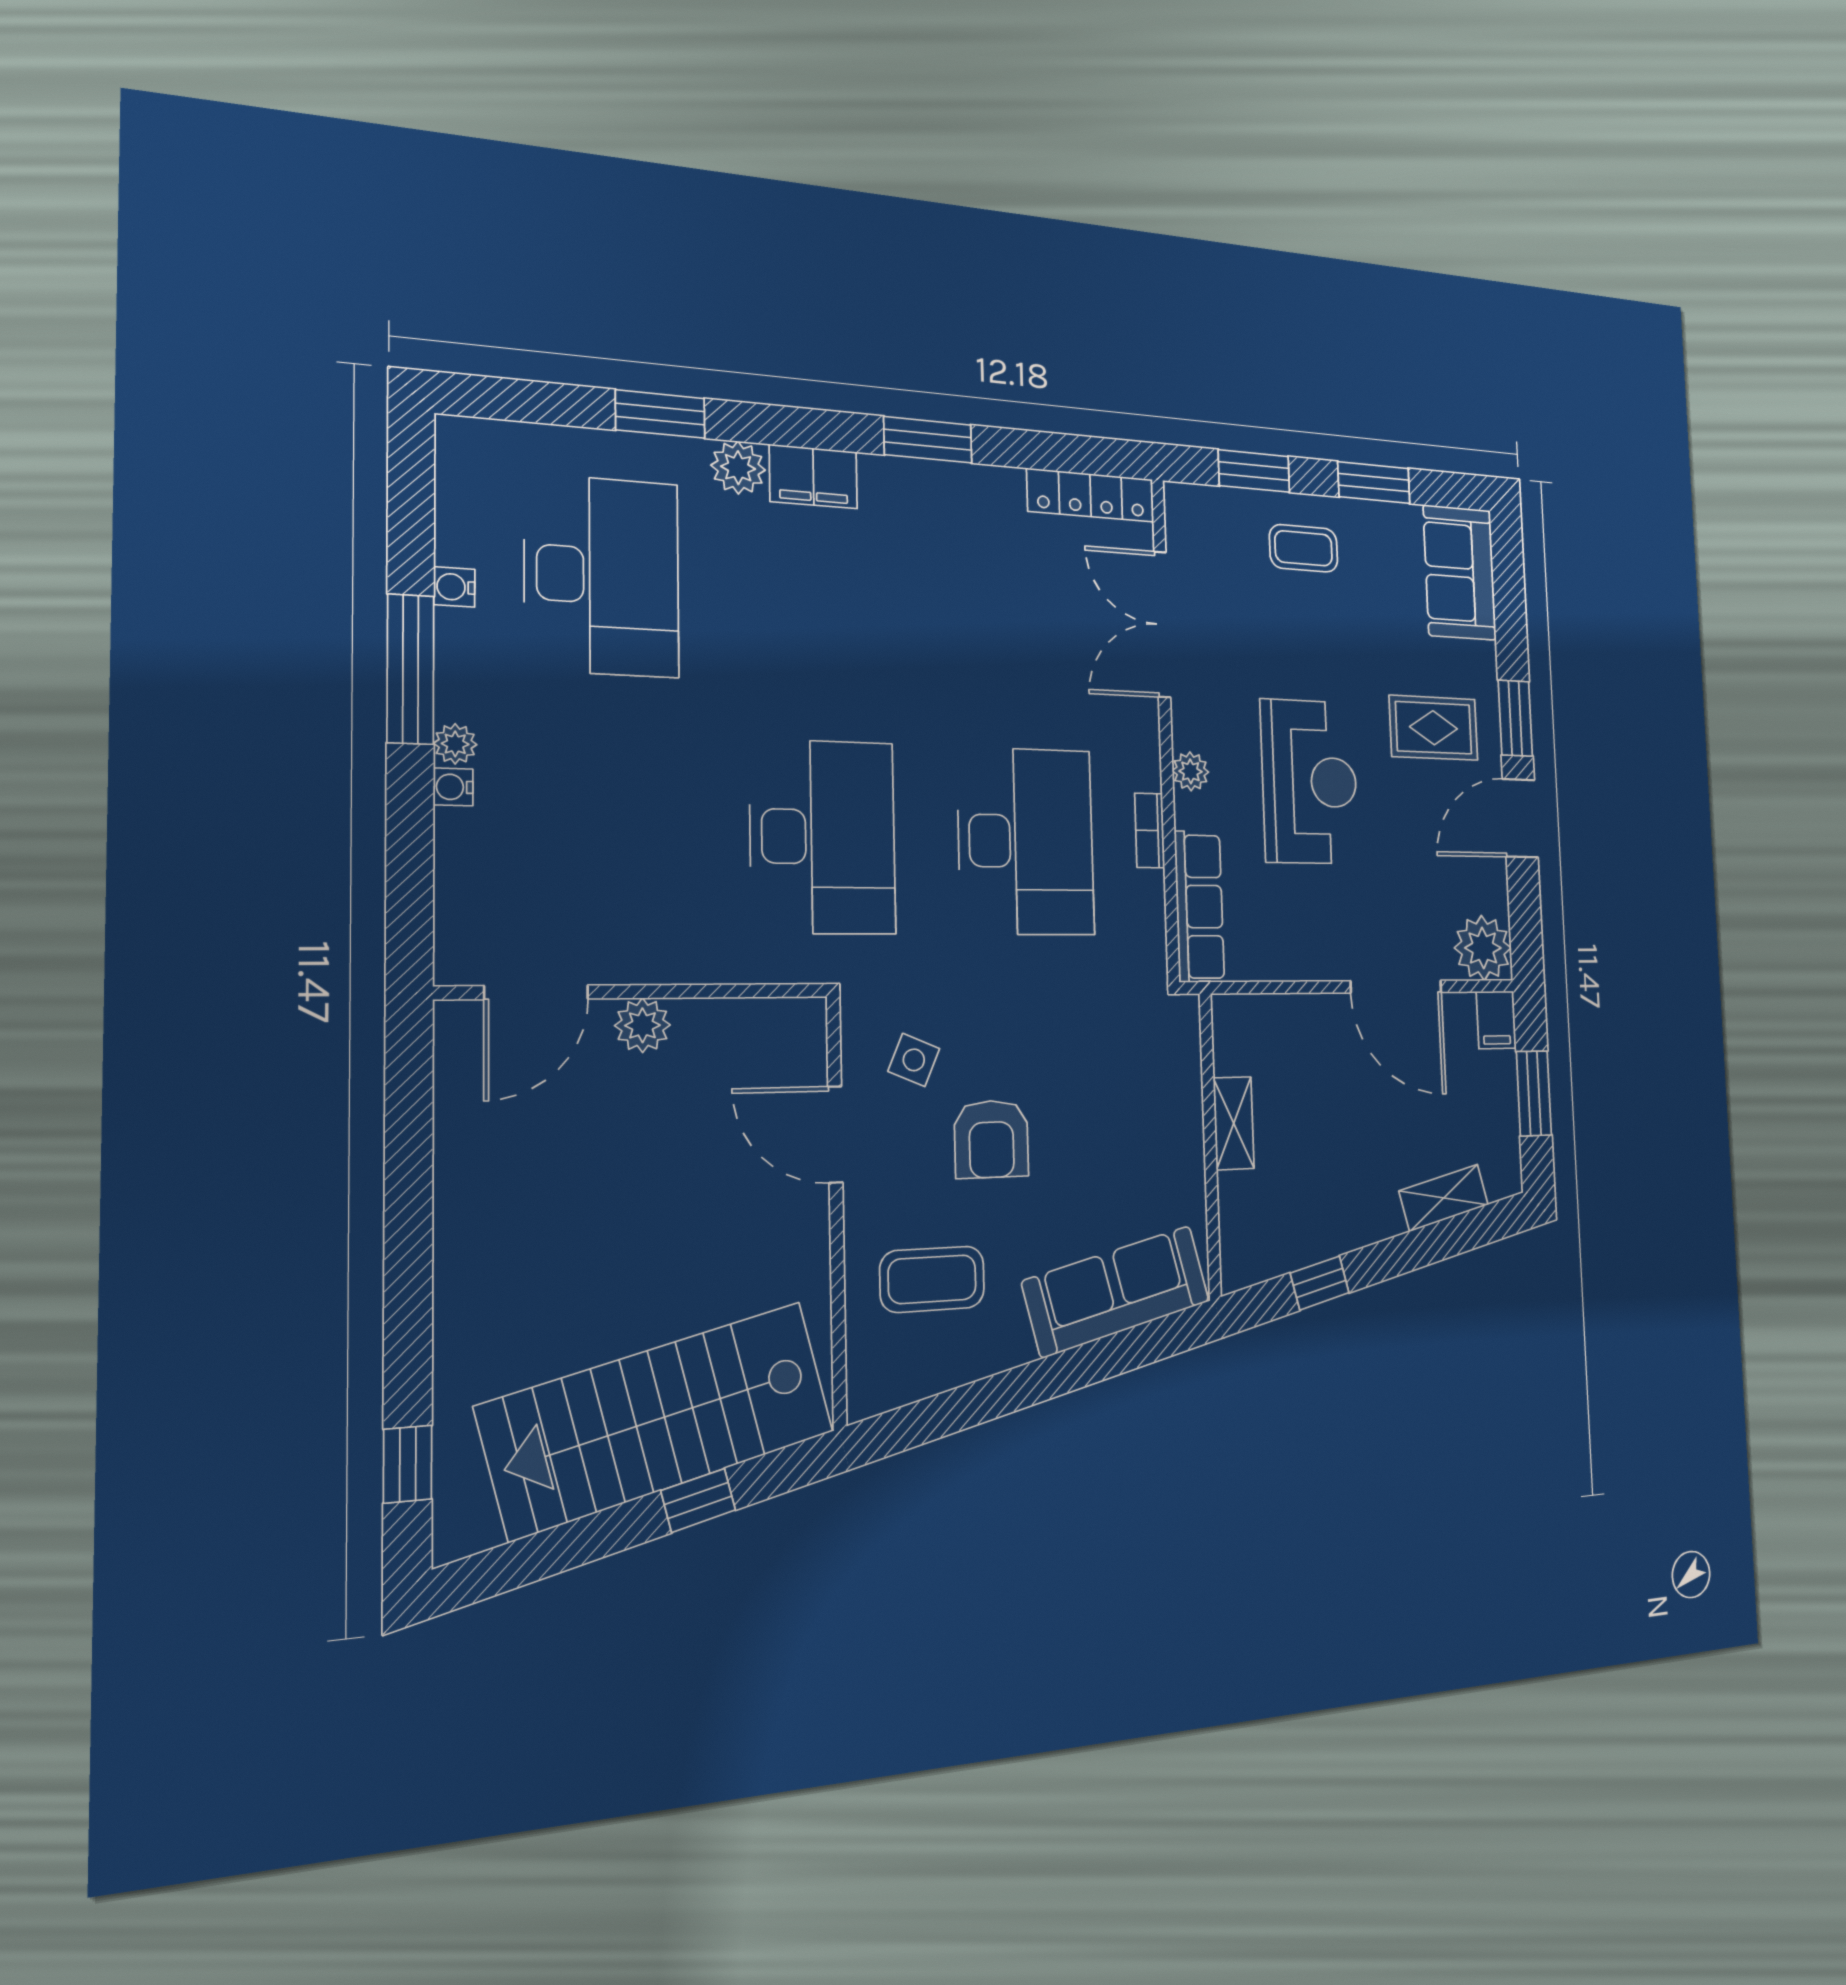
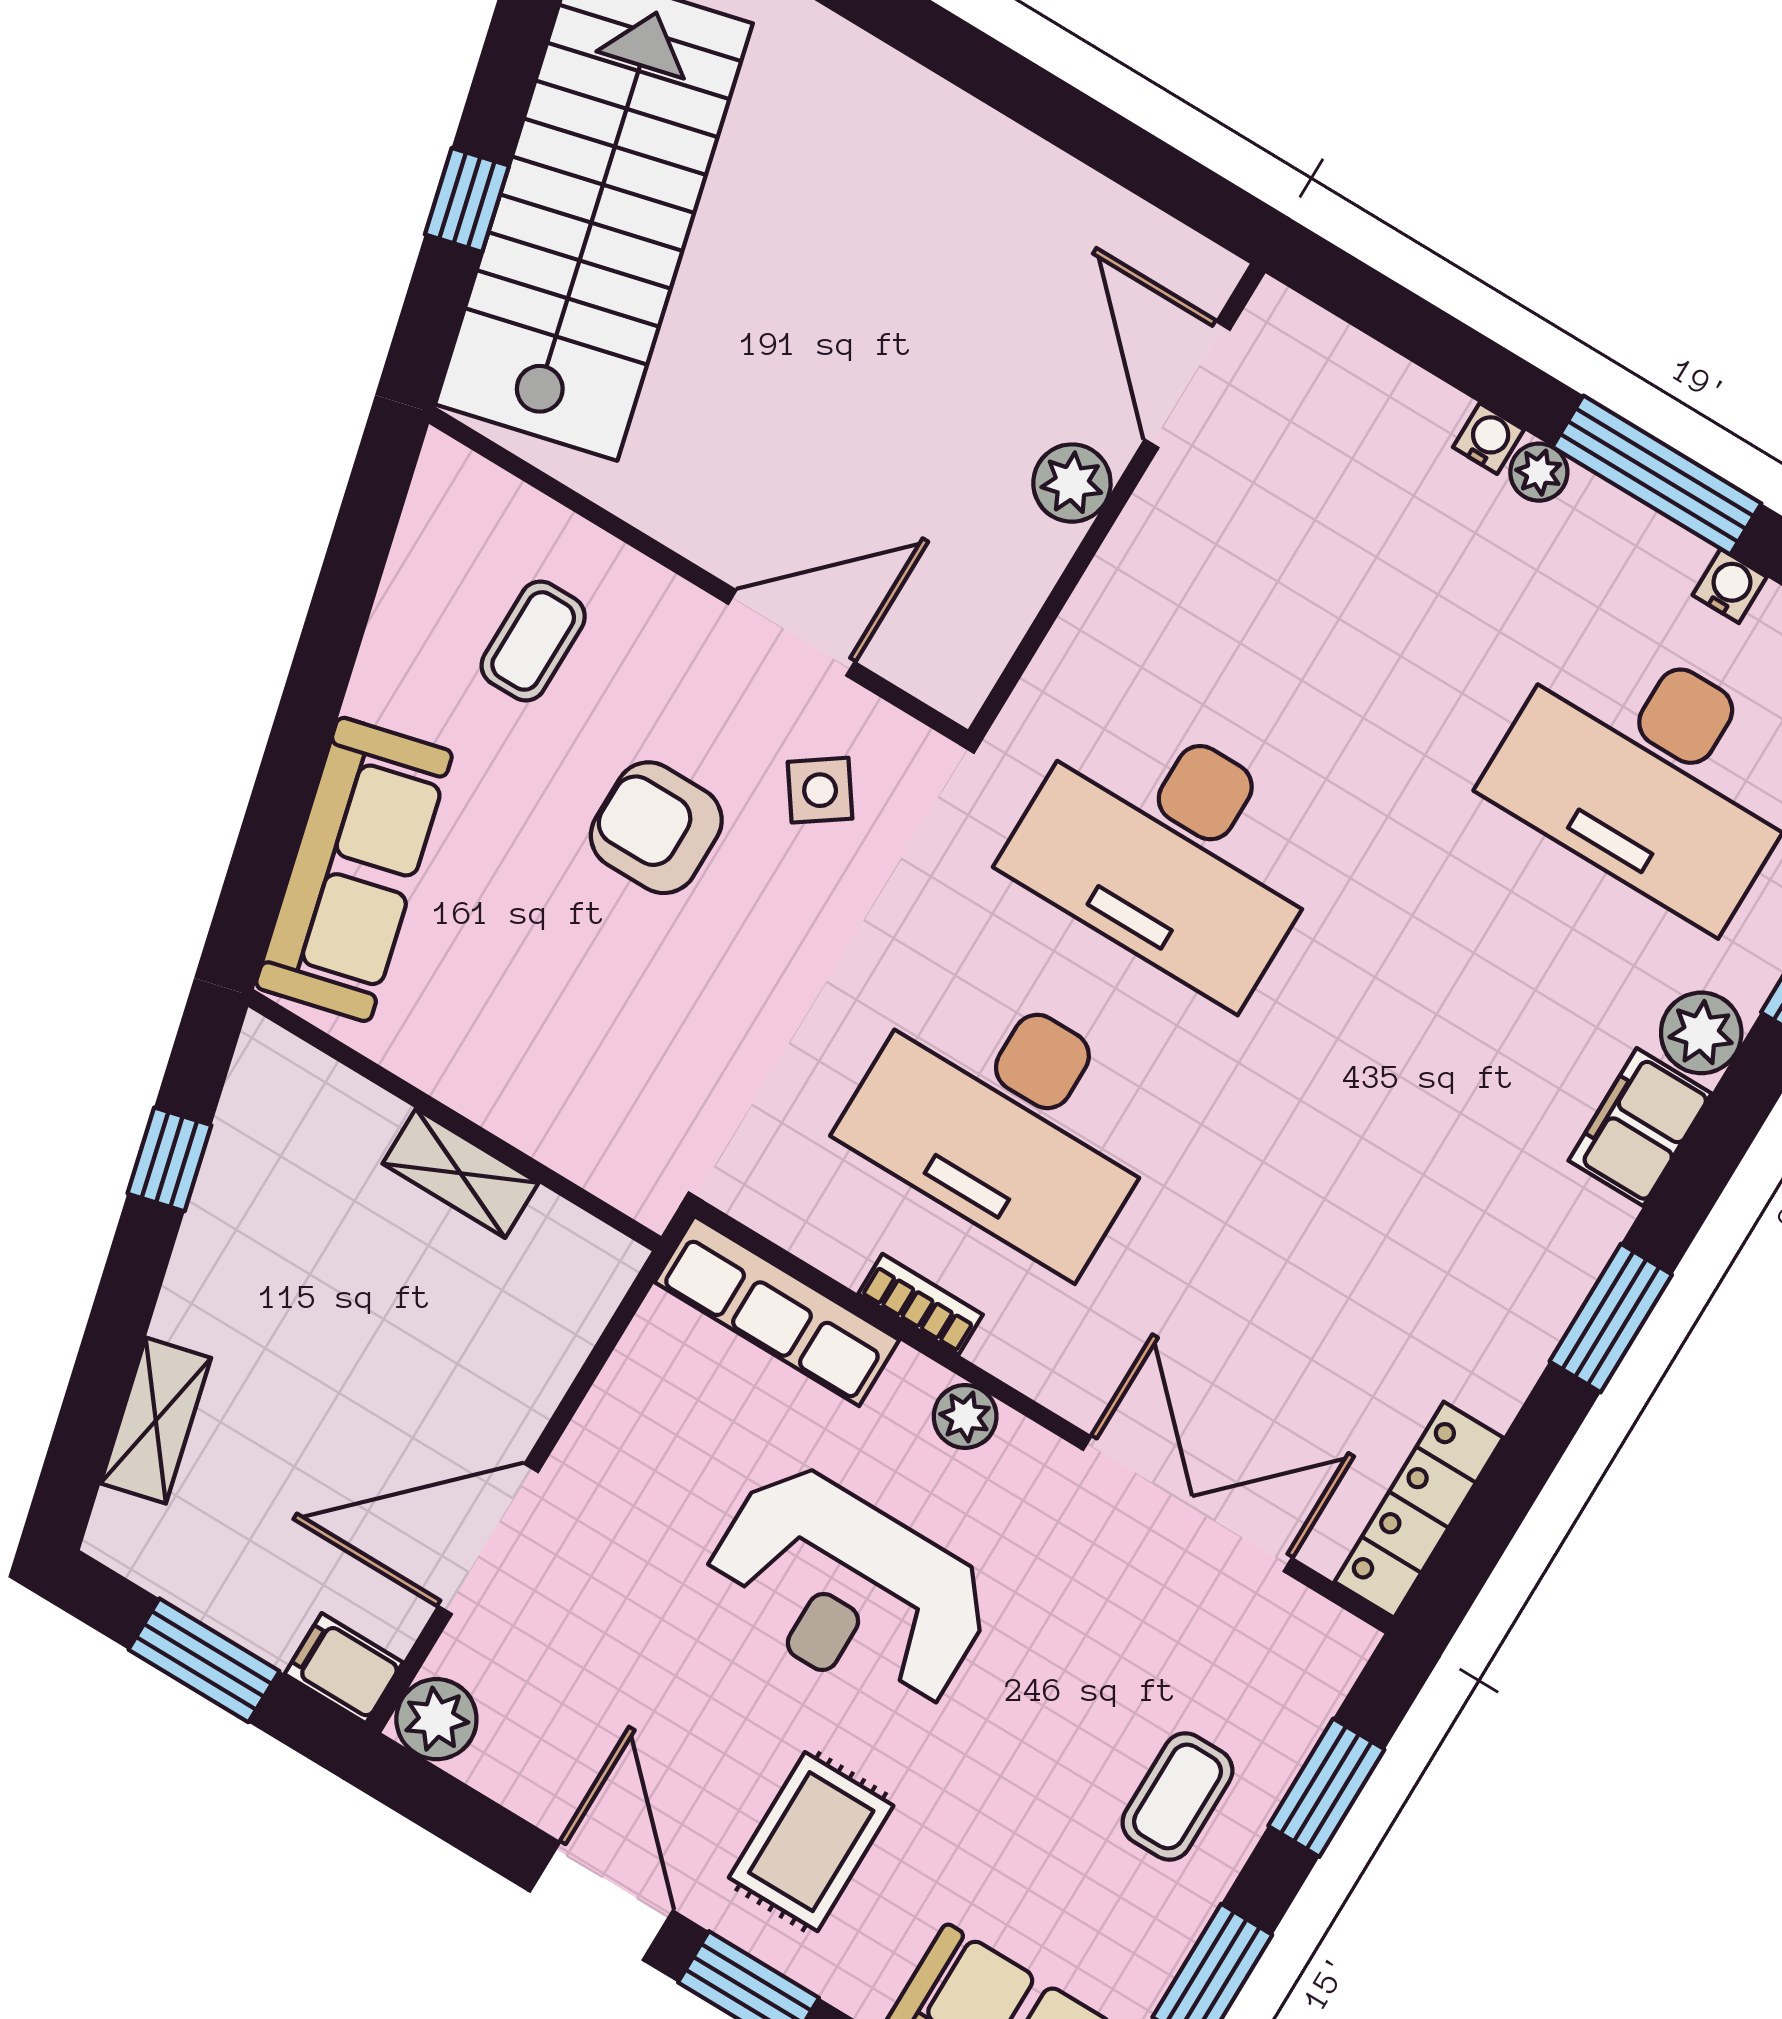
plant: (1483, 948) -> (436, 1719), width x0.73, depth x0.73
side table: (914, 1060) -> (820, 790), turned 32
coffee table: (932, 1279) -> (533, 641), width x0.73, depth x0.77

